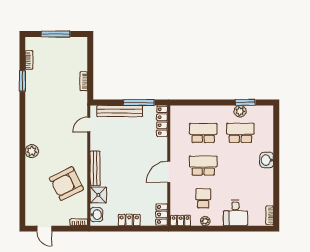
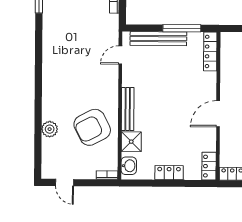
plant: (32, 151) -> (50, 129), moved

